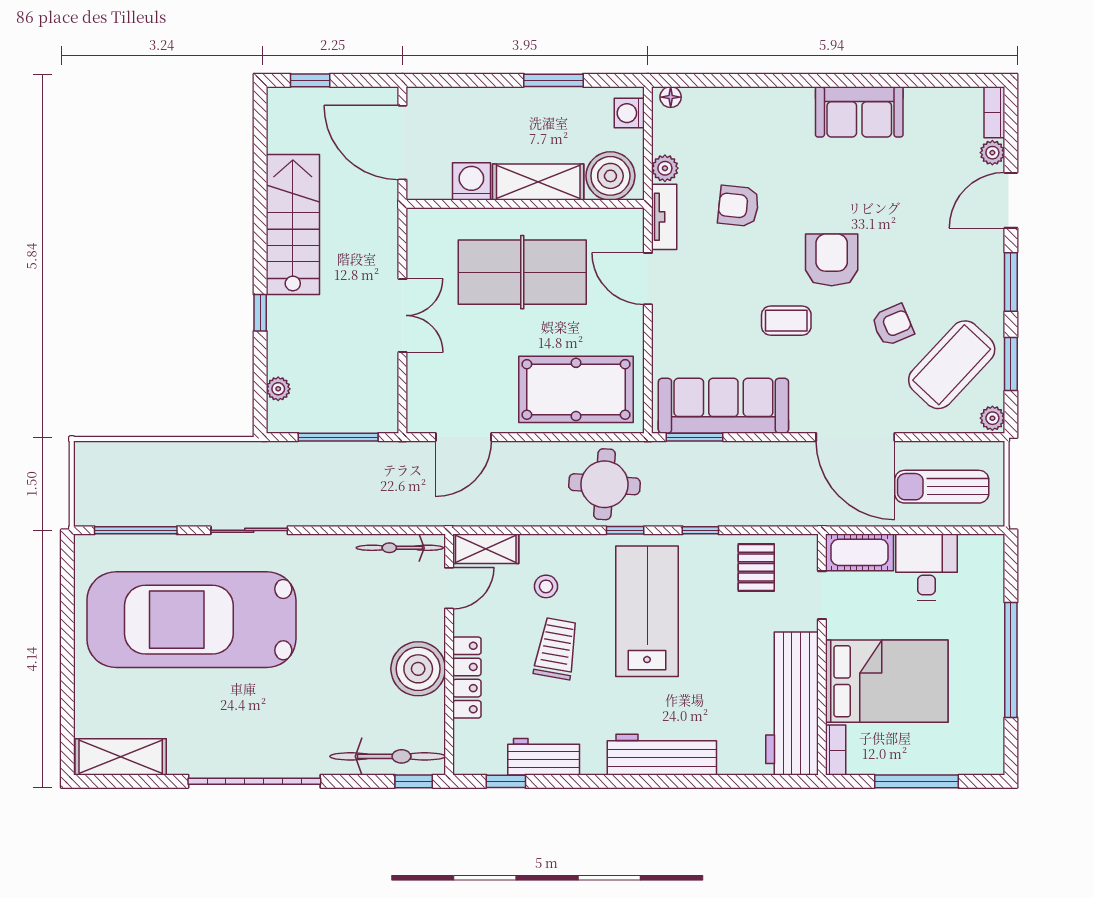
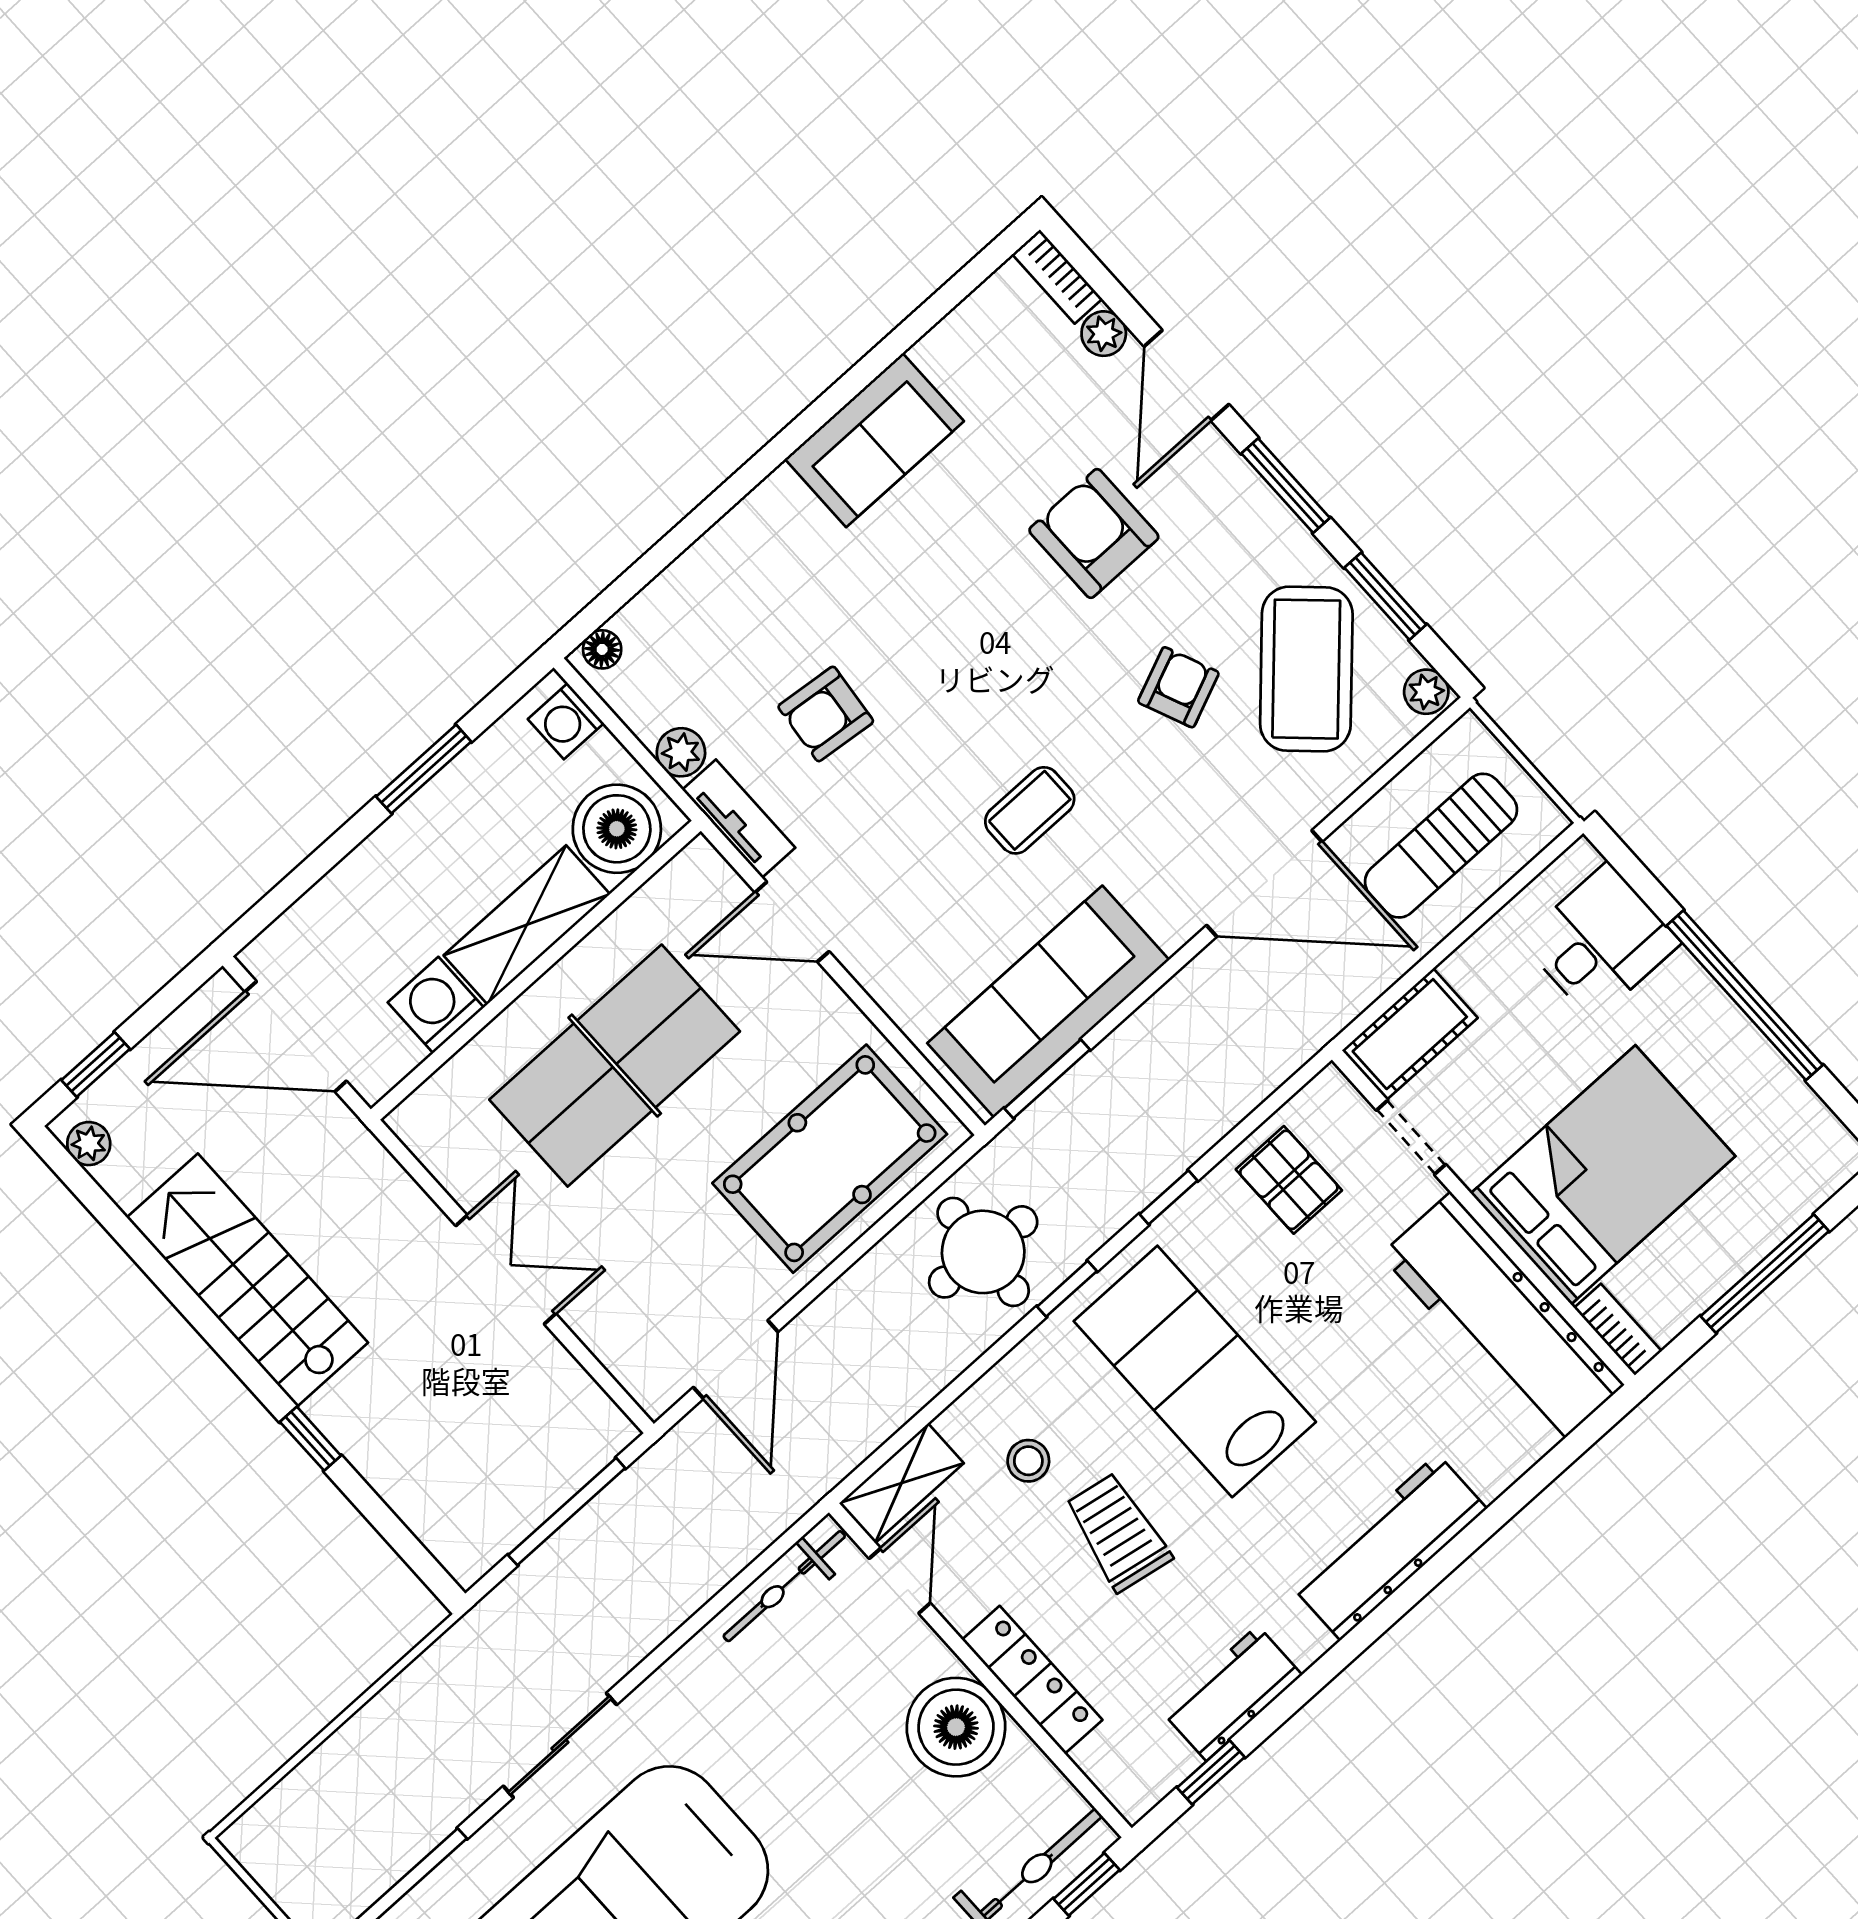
armchair: (832, 260) -> (1094, 533), moved
plant: (278, 389) -> (89, 1144), moved
desk: (927, 567) -> (1600, 942), moved, turned 90

